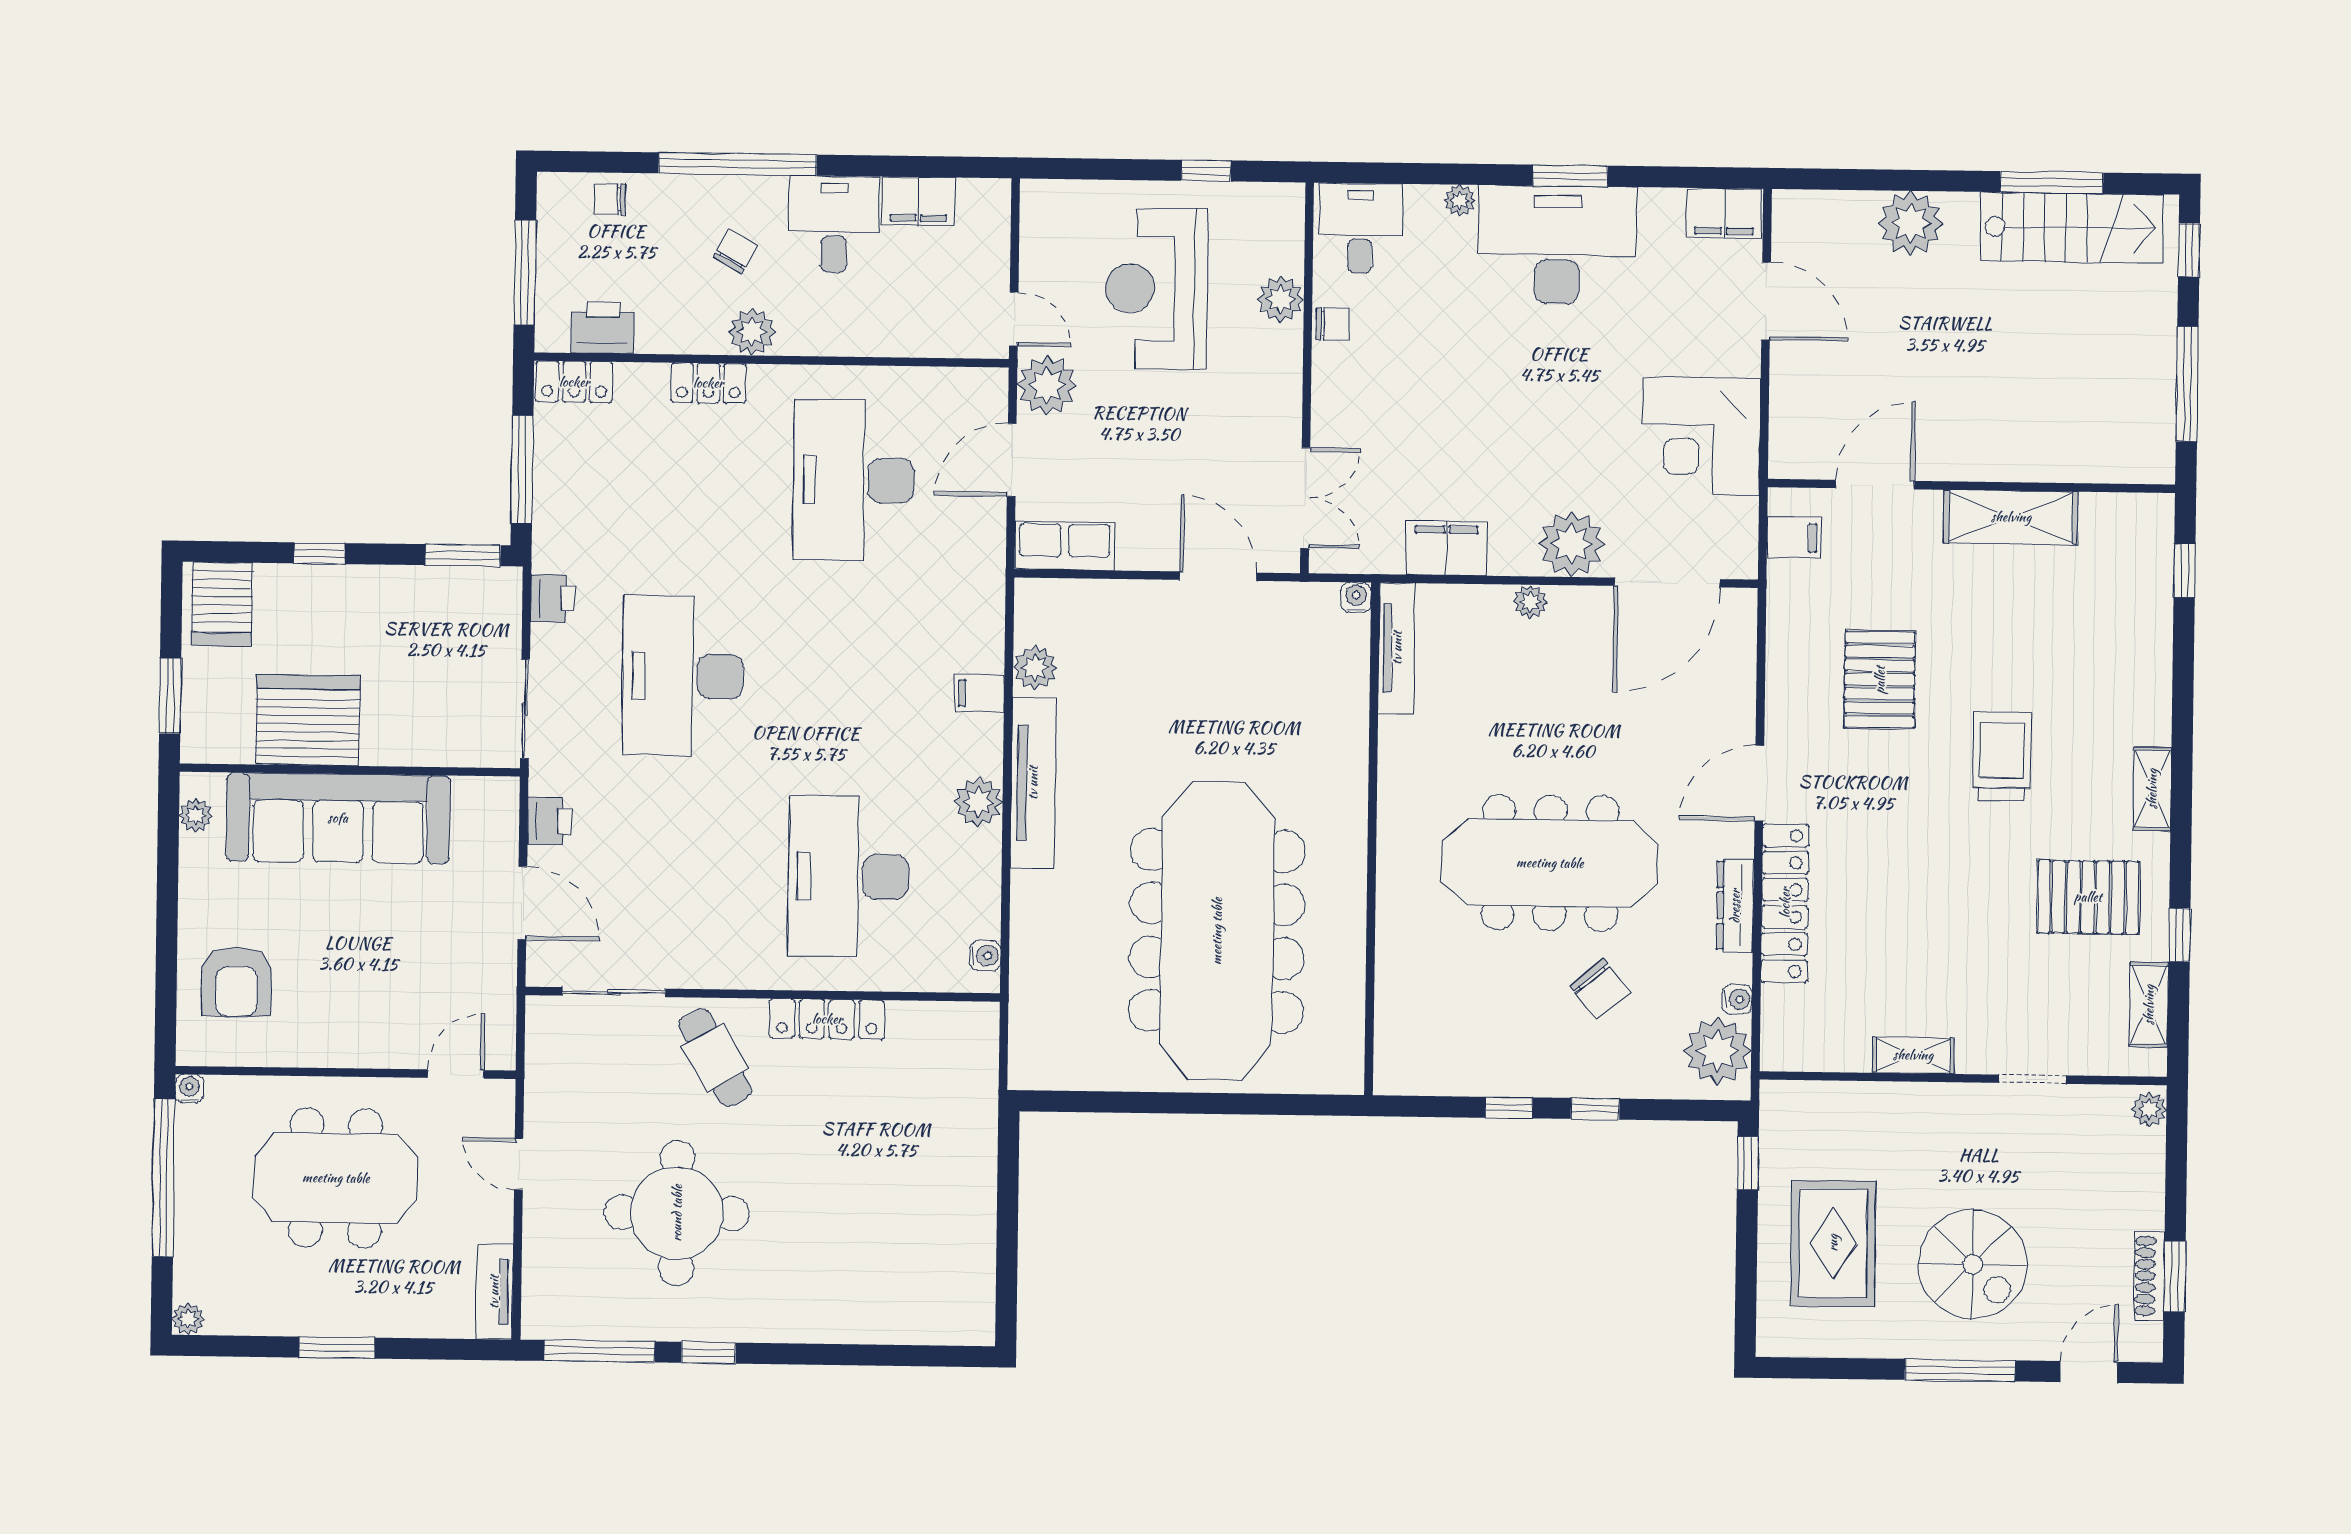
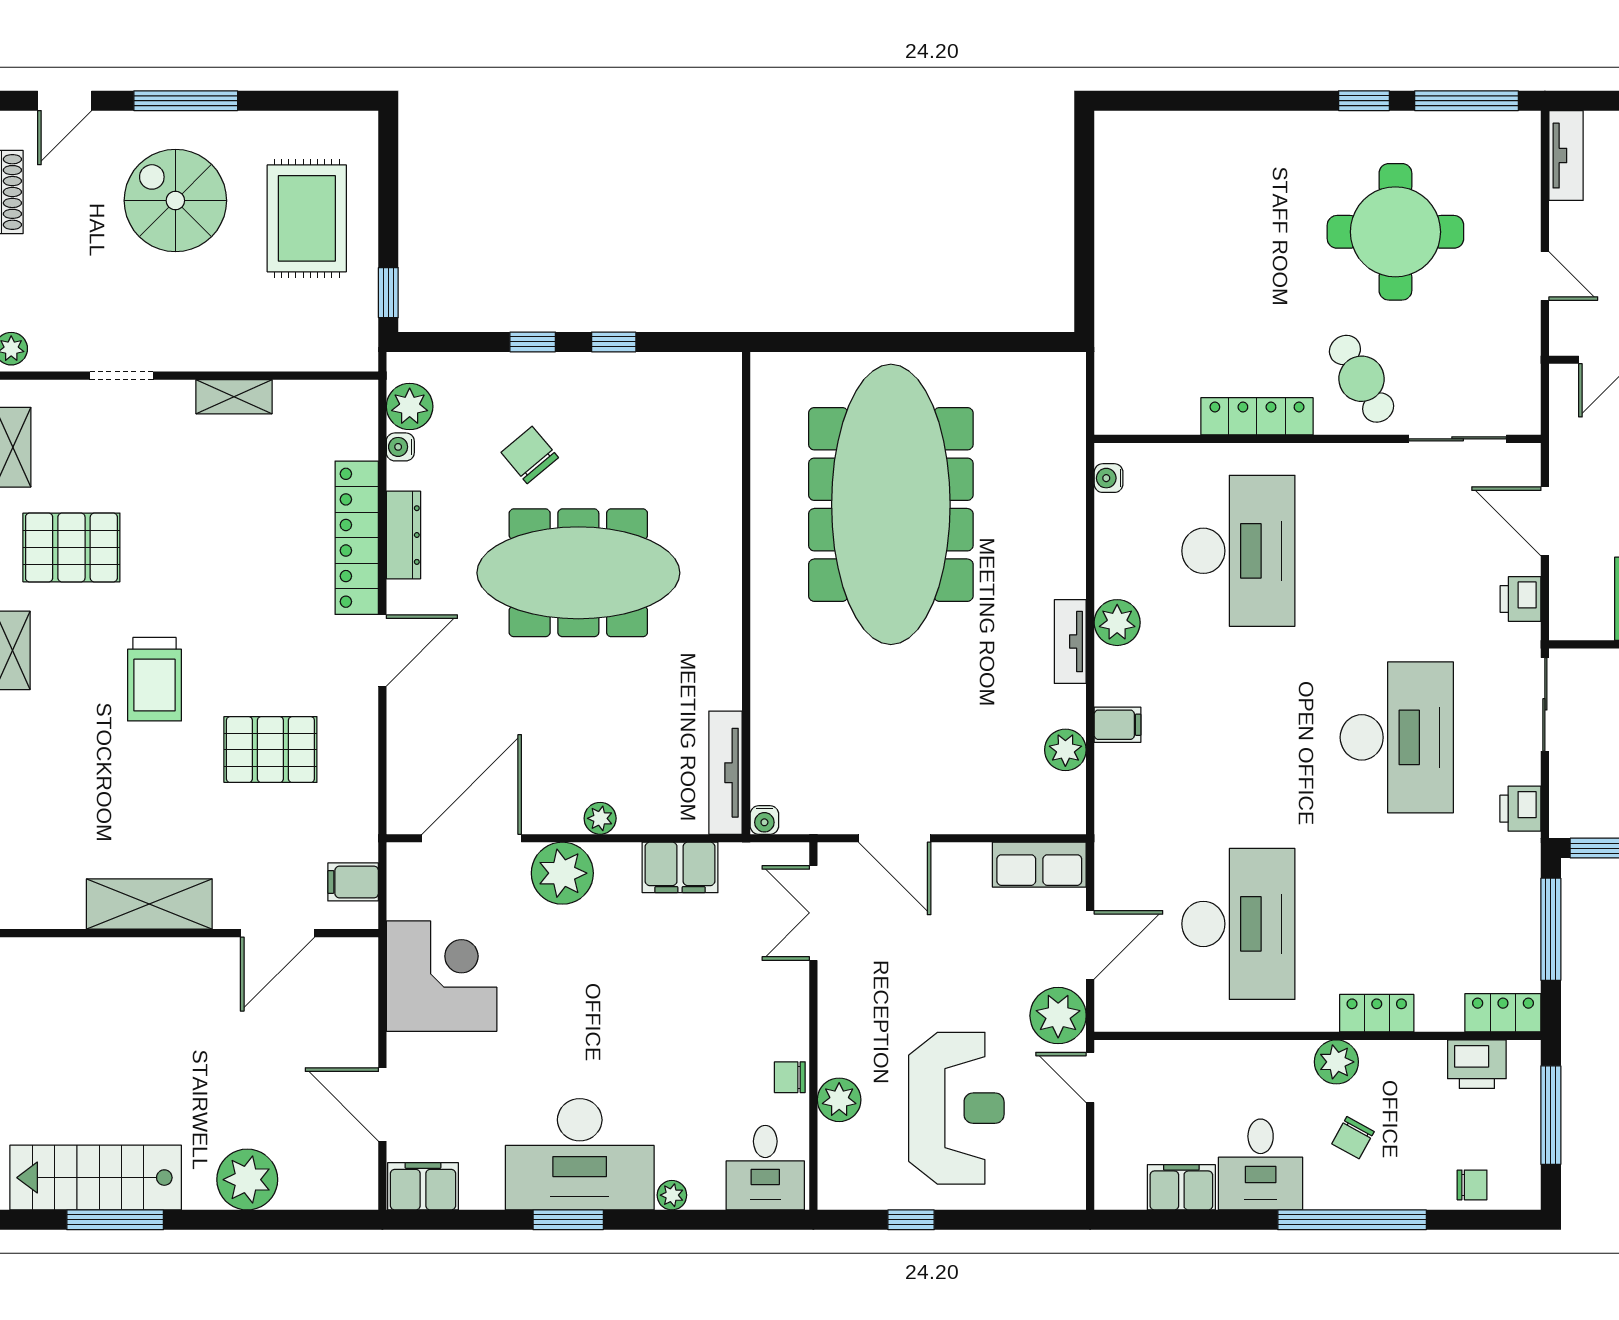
pallet: (1880, 680) -> (270, 750), turned 90
tv unit: (1033, 783) -> (1070, 642), width x0.52, depth x0.78
plant: (1718, 1051) -> (410, 407), width x0.73, depth x0.73

